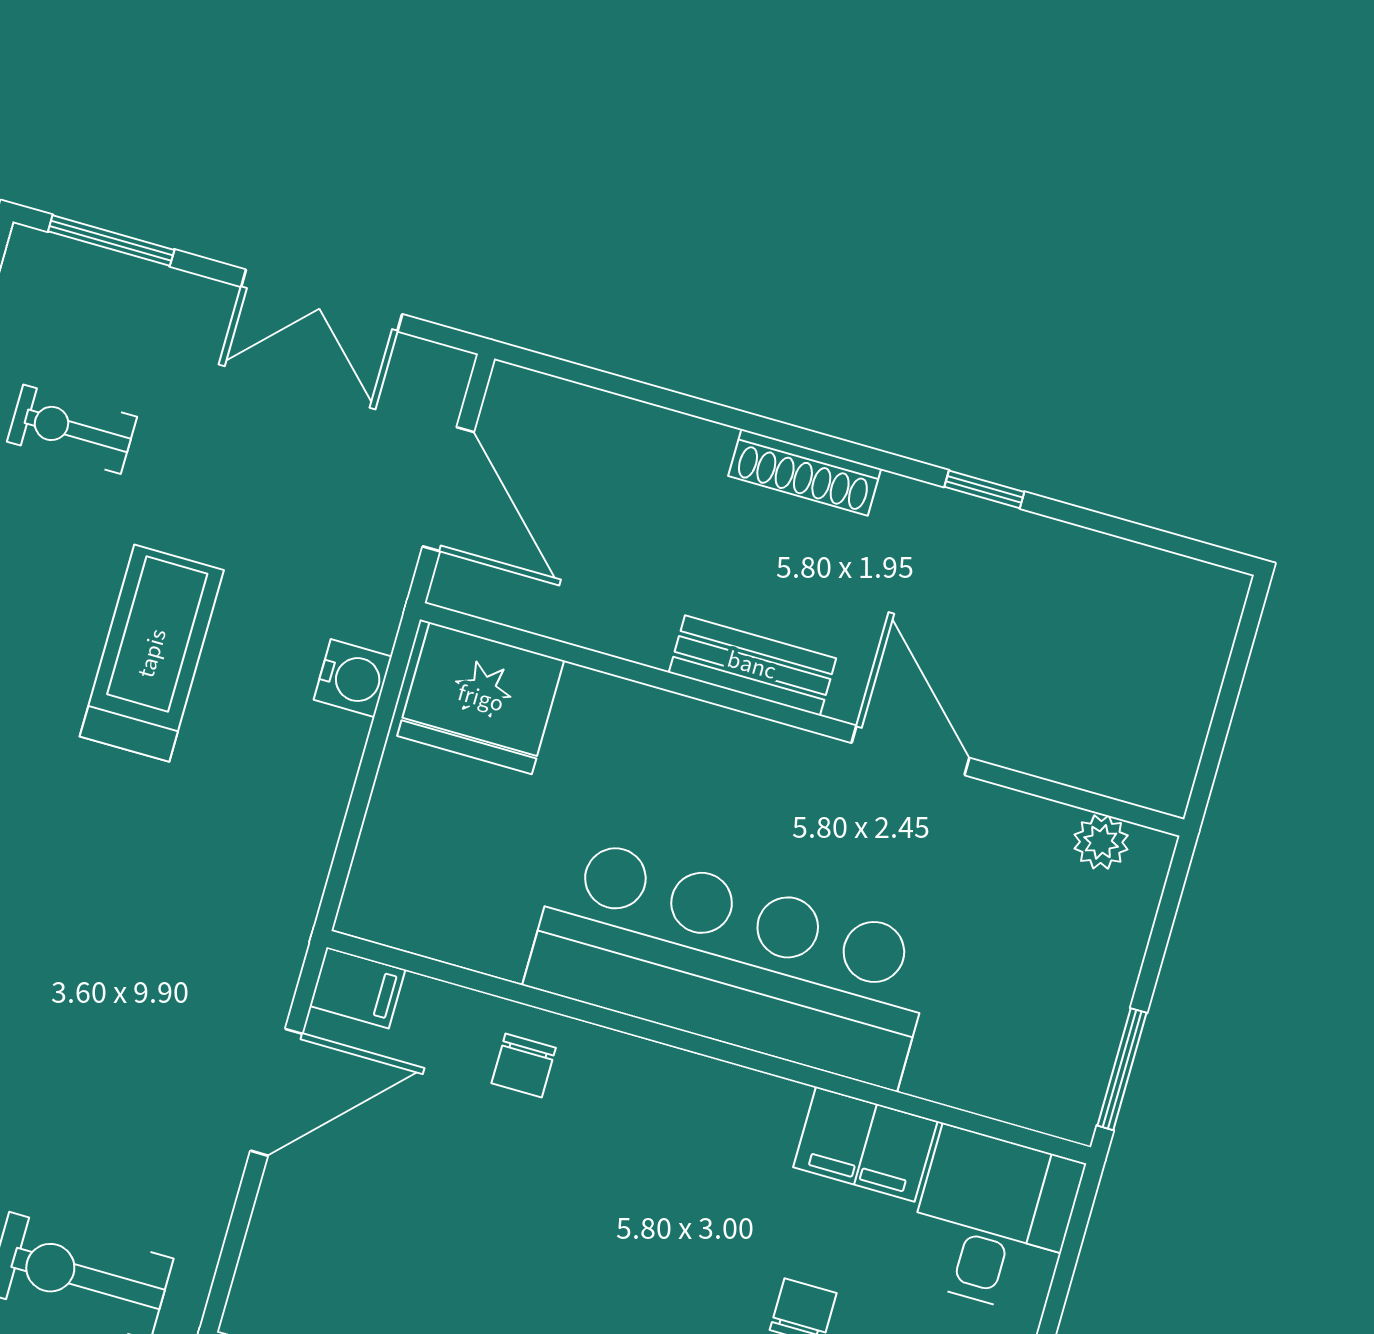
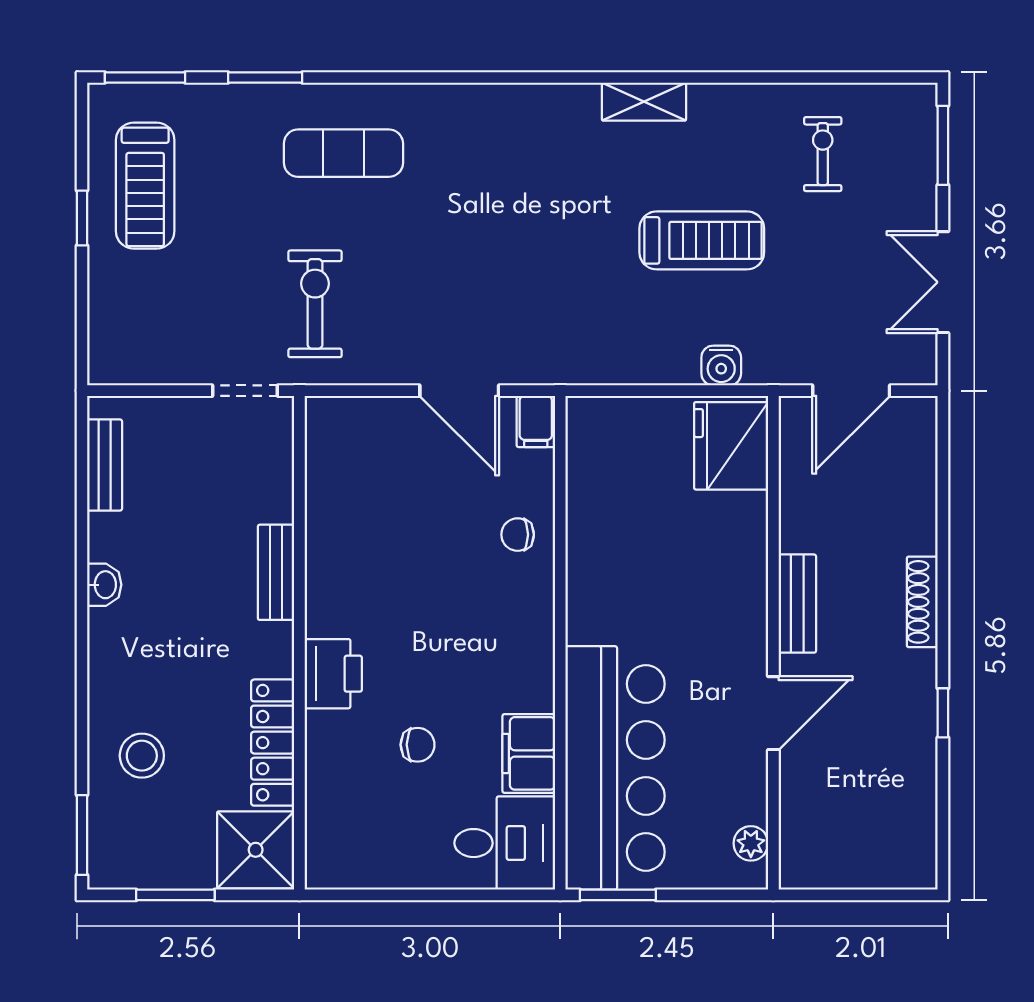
bar counter: (731, 962) -> (615, 768), moved

